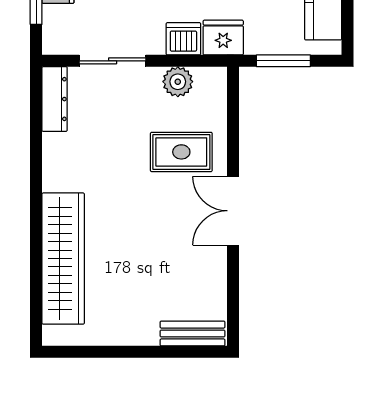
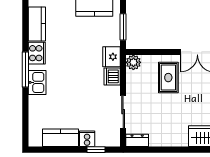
plant: (178, 82) -> (133, 62), moved
dresser: (55, 99) -> (137, 140), width x0.70

